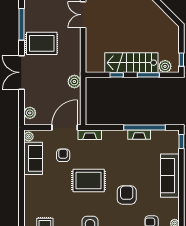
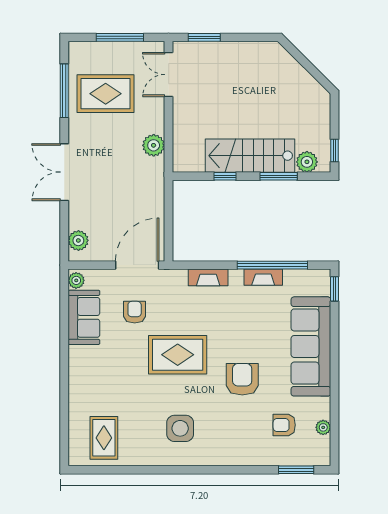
rug: (42, 43) -> (106, 94), moved
plant: (74, 82) -> (154, 145), moved
fireplace: (90, 135) -> (208, 277), moved
sofa: (170, 176) -> (311, 346), width x1.36, depth x1.27

